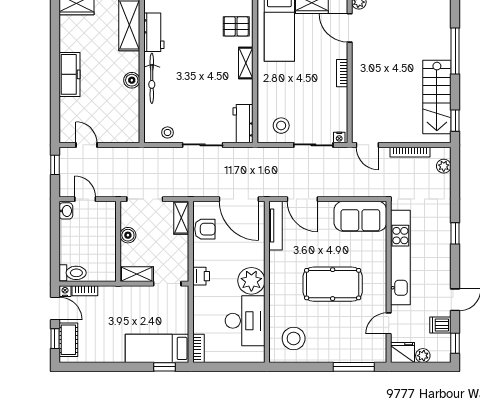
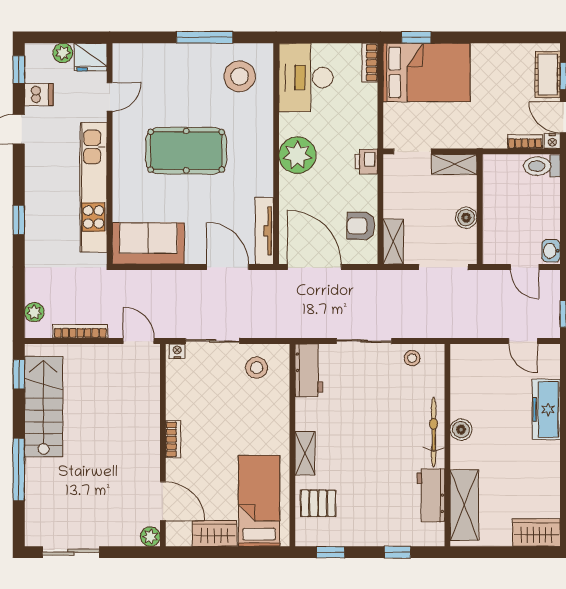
freezer: (69, 74) -> (546, 409), moved
desk: (245, 321) -> (306, 78), moved
bed: (157, 348) -> (426, 72), width x1.50
window: (354, 367) -> (205, 37), moved

